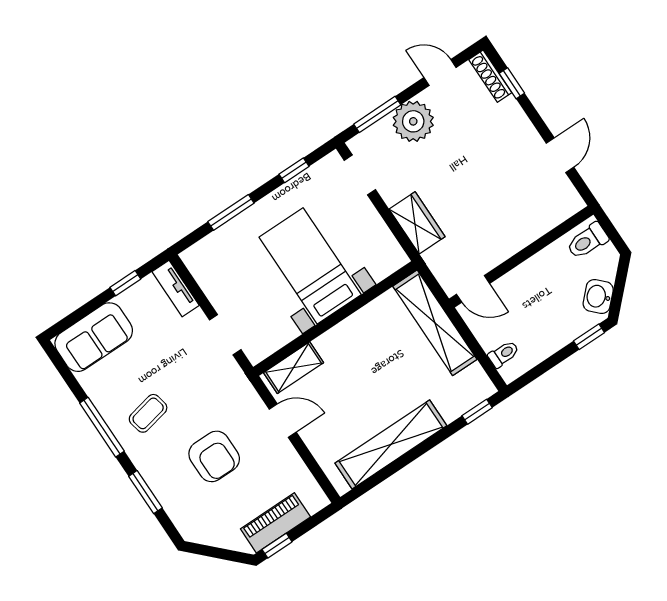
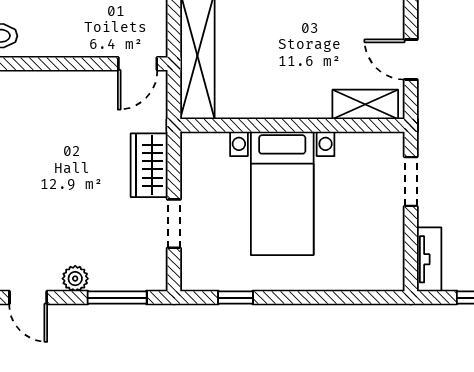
plant: (413, 121) -> (75, 279), width x0.53, depth x0.53
doorway: (360, 175) -> (174, 224), moved
window: (231, 212) -> (325, 298), removed
door: (473, 289) -> (138, 64), swing flipped

